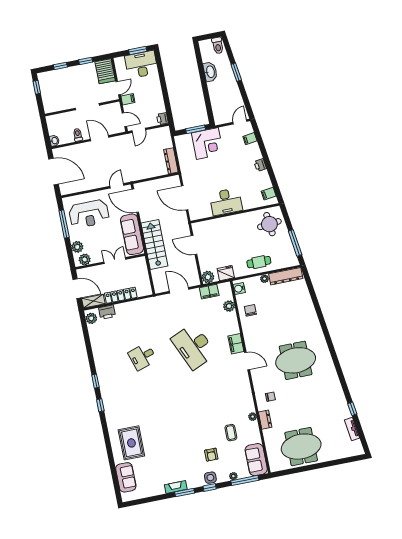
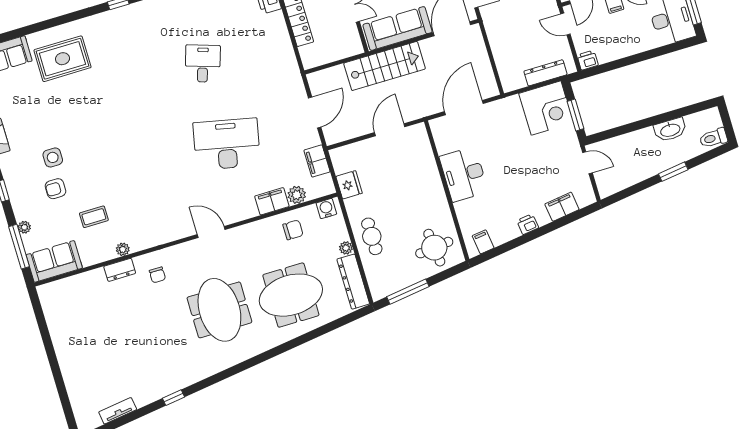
door: (240, 122) -> (587, 163), moved
filing cabinet: (250, 139) -> (562, 207), width x2.00
corner desk: (207, 144) -> (546, 108), moved, turned -90
dresser: (171, 161) -> (545, 73), moved
plant: (208, 277) -> (340, 157), removed
filing cabinet: (236, 344) -> (272, 201), moved
desk: (194, 346) -> (227, 144), turned 36
desk: (142, 357) -> (203, 64), turned 36
door: (247, 361) -> (211, 232), swing flipped
window: (352, 409) -> (174, 398), moved
meeting table: (301, 447) -> (291, 295), moved, turned 90
side table: (210, 478) -> (53, 157), moved

